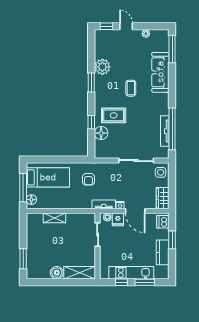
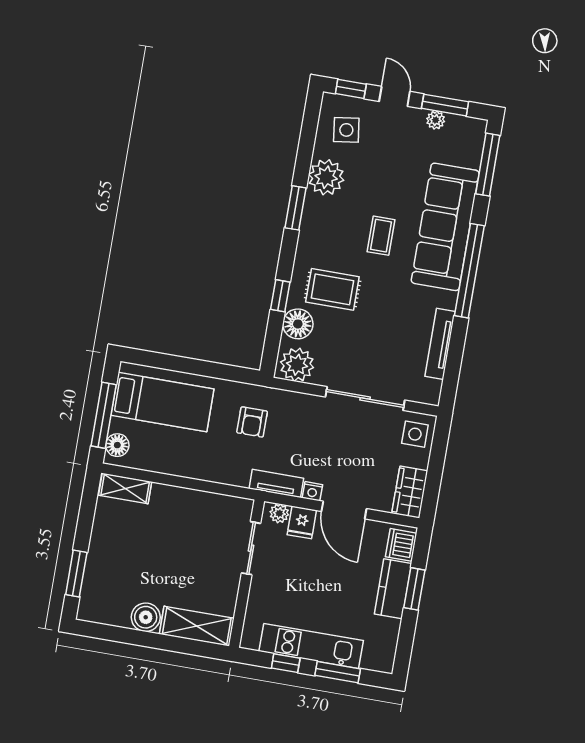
window: (149, 26) -> (445, 105), added
side table: (108, 45) -> (346, 130), added
sofa: (160, 72) -> (445, 227), width x1.36, depth x1.27
window: (172, 129) -> (469, 271), moved
plant: (104, 151) -> (297, 365), added
shelving: (54, 218) -> (125, 488), moved
kitchen counter: (163, 252) -> (393, 589), moved

